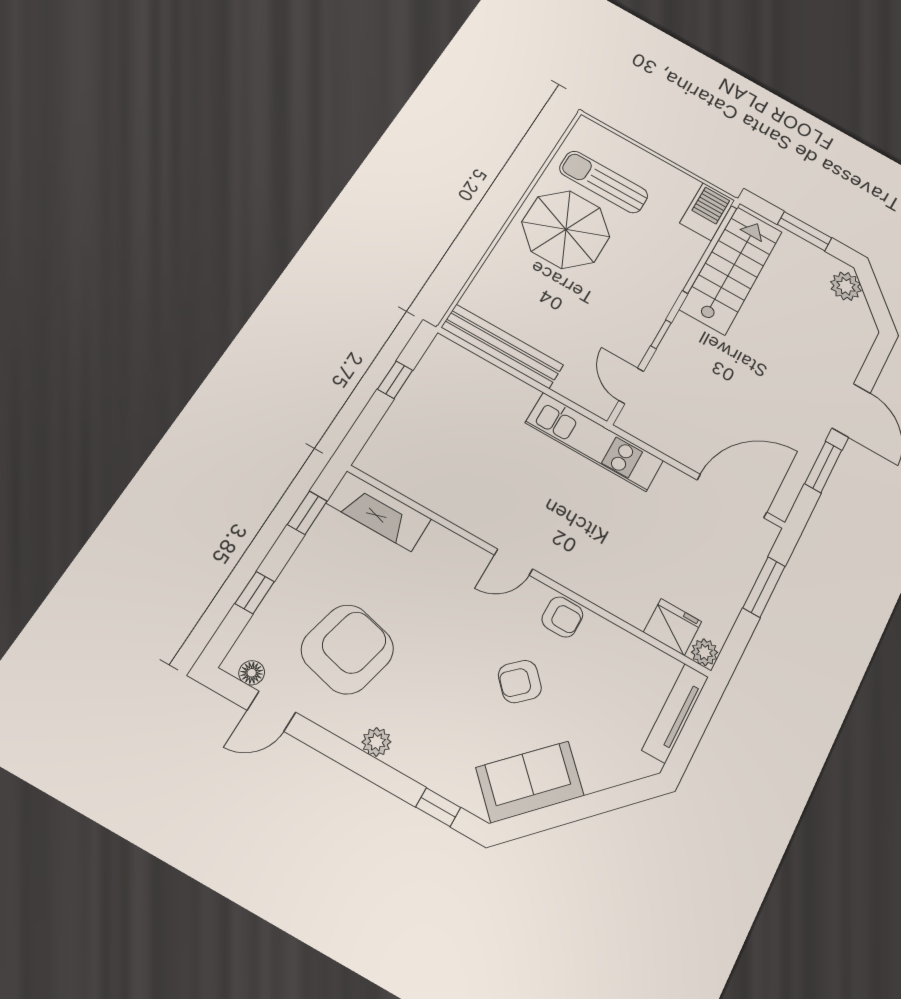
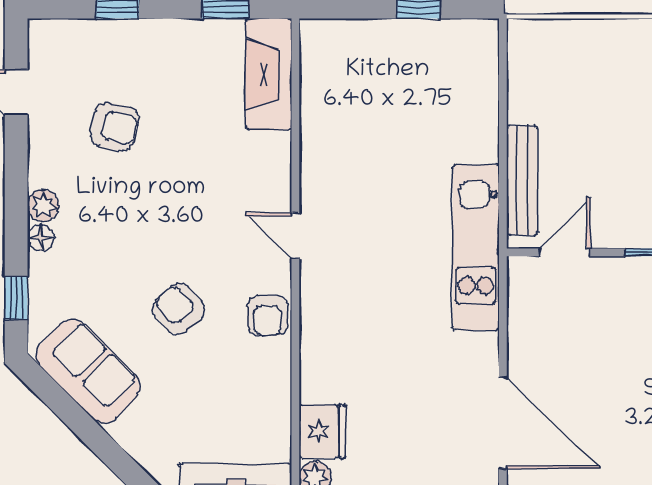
bench: (502, 346) -> (522, 180), moved, width x0.73, depth x0.82
armchair: (347, 649) -> (114, 127), width x0.53, depth x0.53
floor lamp: (252, 673) -> (41, 238), moved

